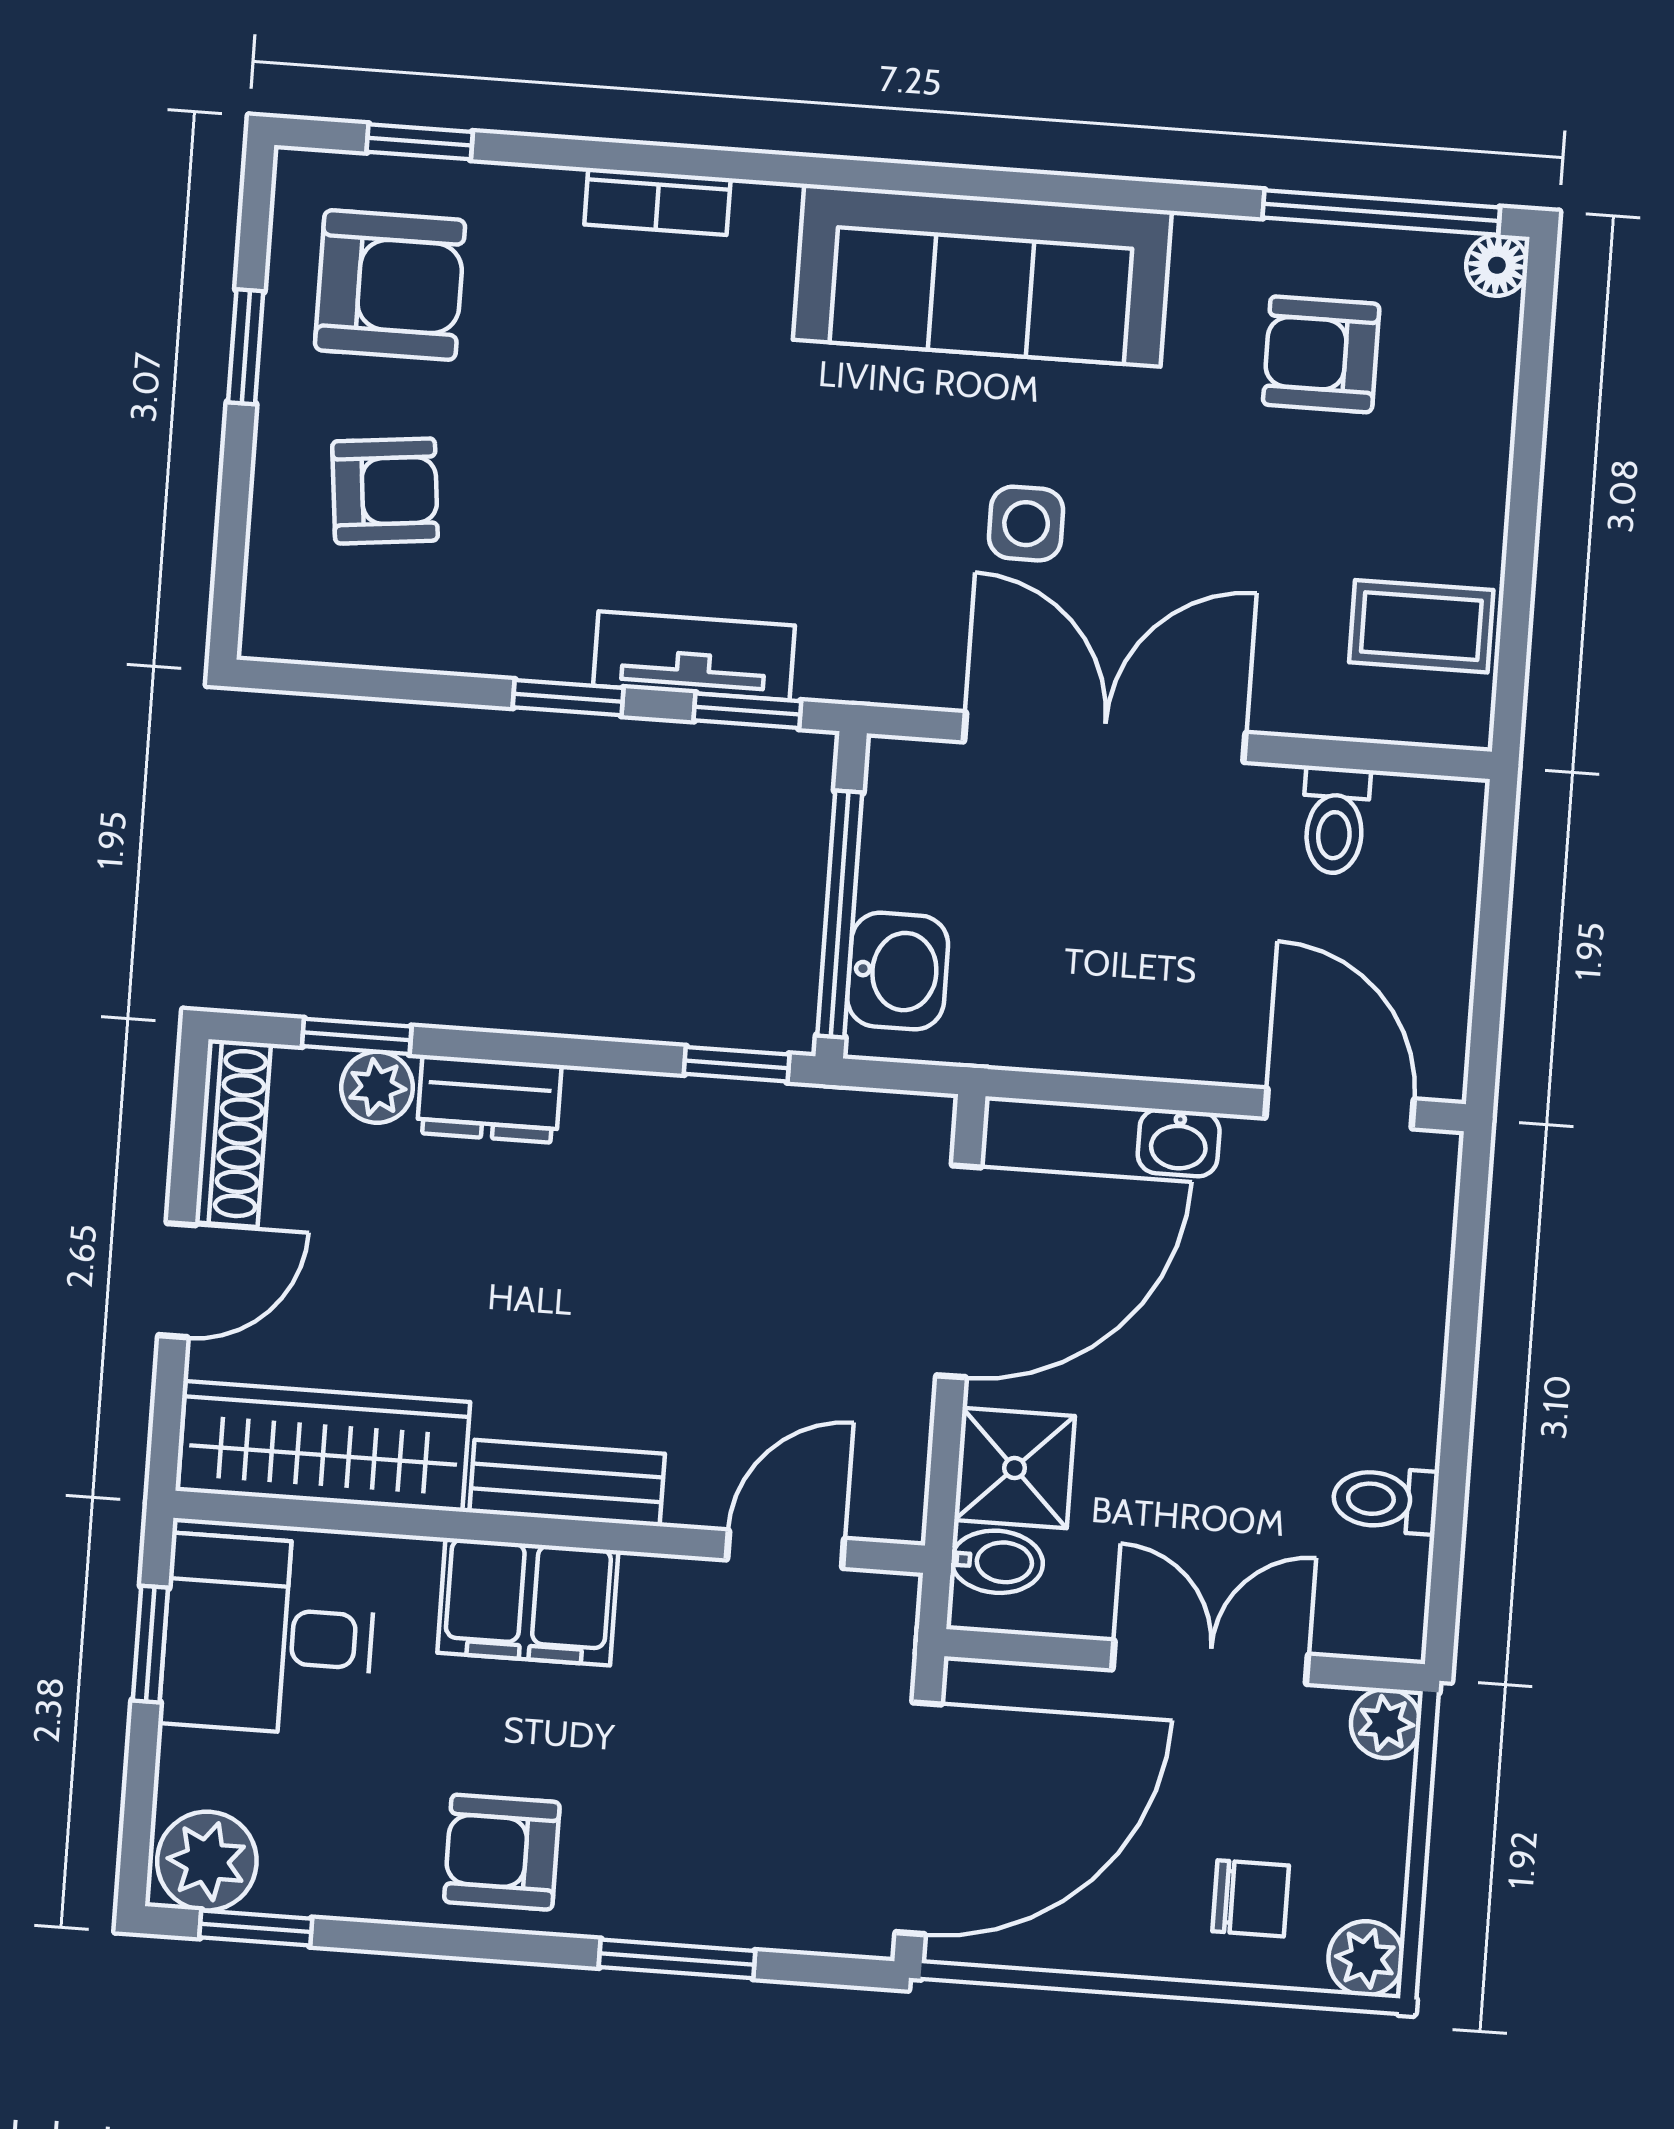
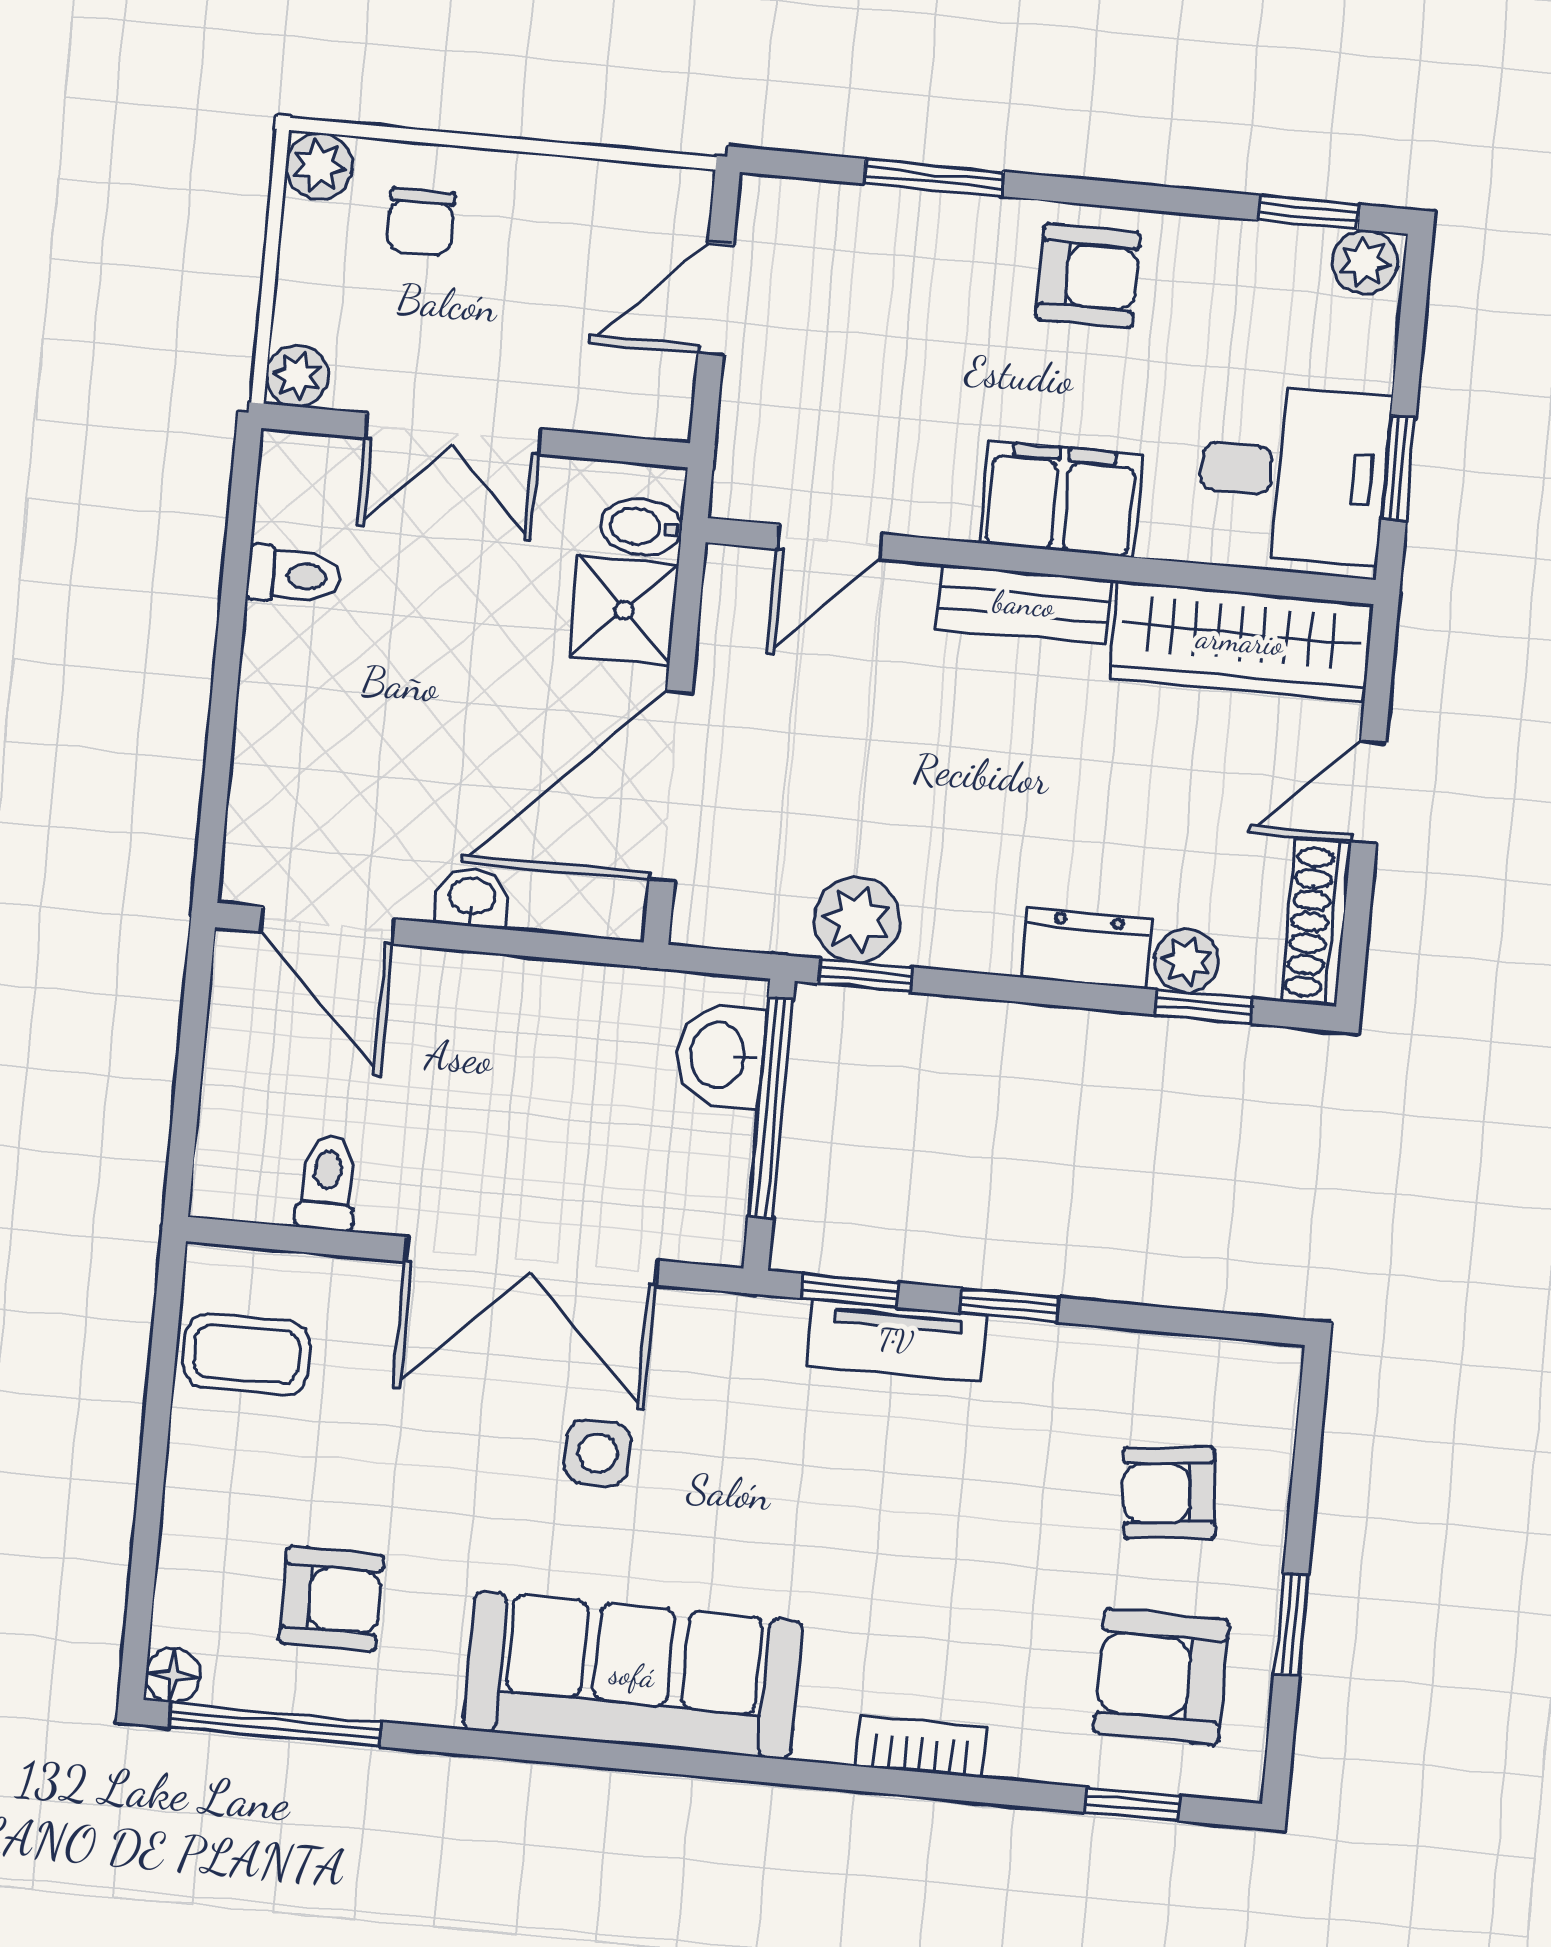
plant: (747, 1127) -> (857, 919), added
door: (919, 1818) -> (716, 299), width x0.53
plant: (207, 1861) -> (1365, 262), width x0.73, depth x0.73
chair: (1251, 1898) -> (421, 222), turned -90

